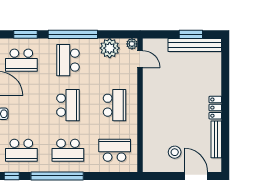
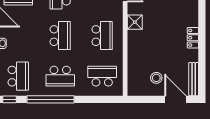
shower: (151, 90) -> (135, 22), added
bench: (216, 139) -> (194, 79), moved
school desk: (21, 150) -> (18, 76), turned -90

